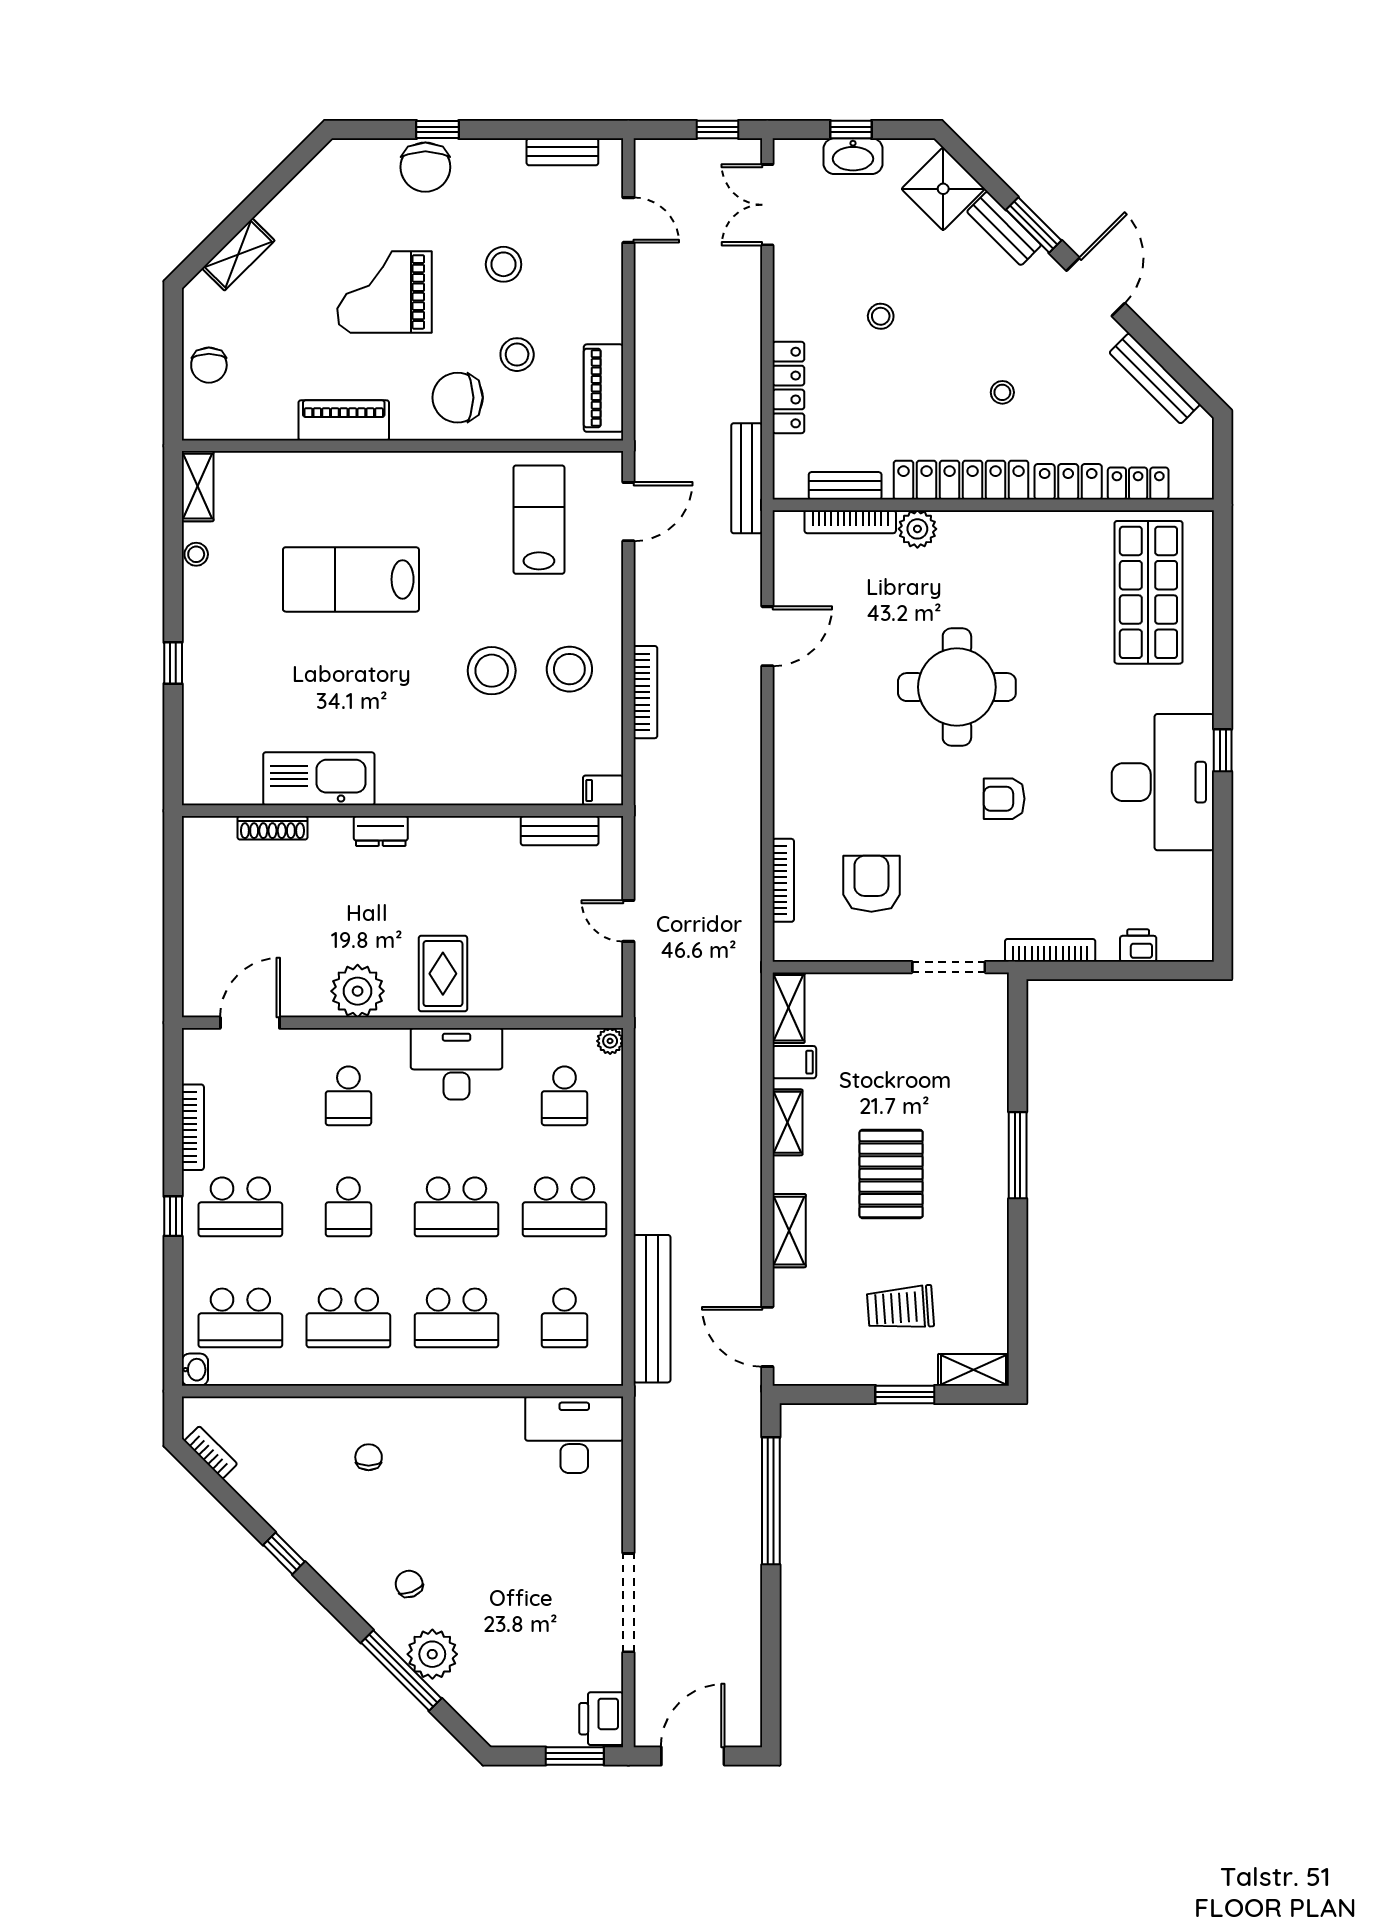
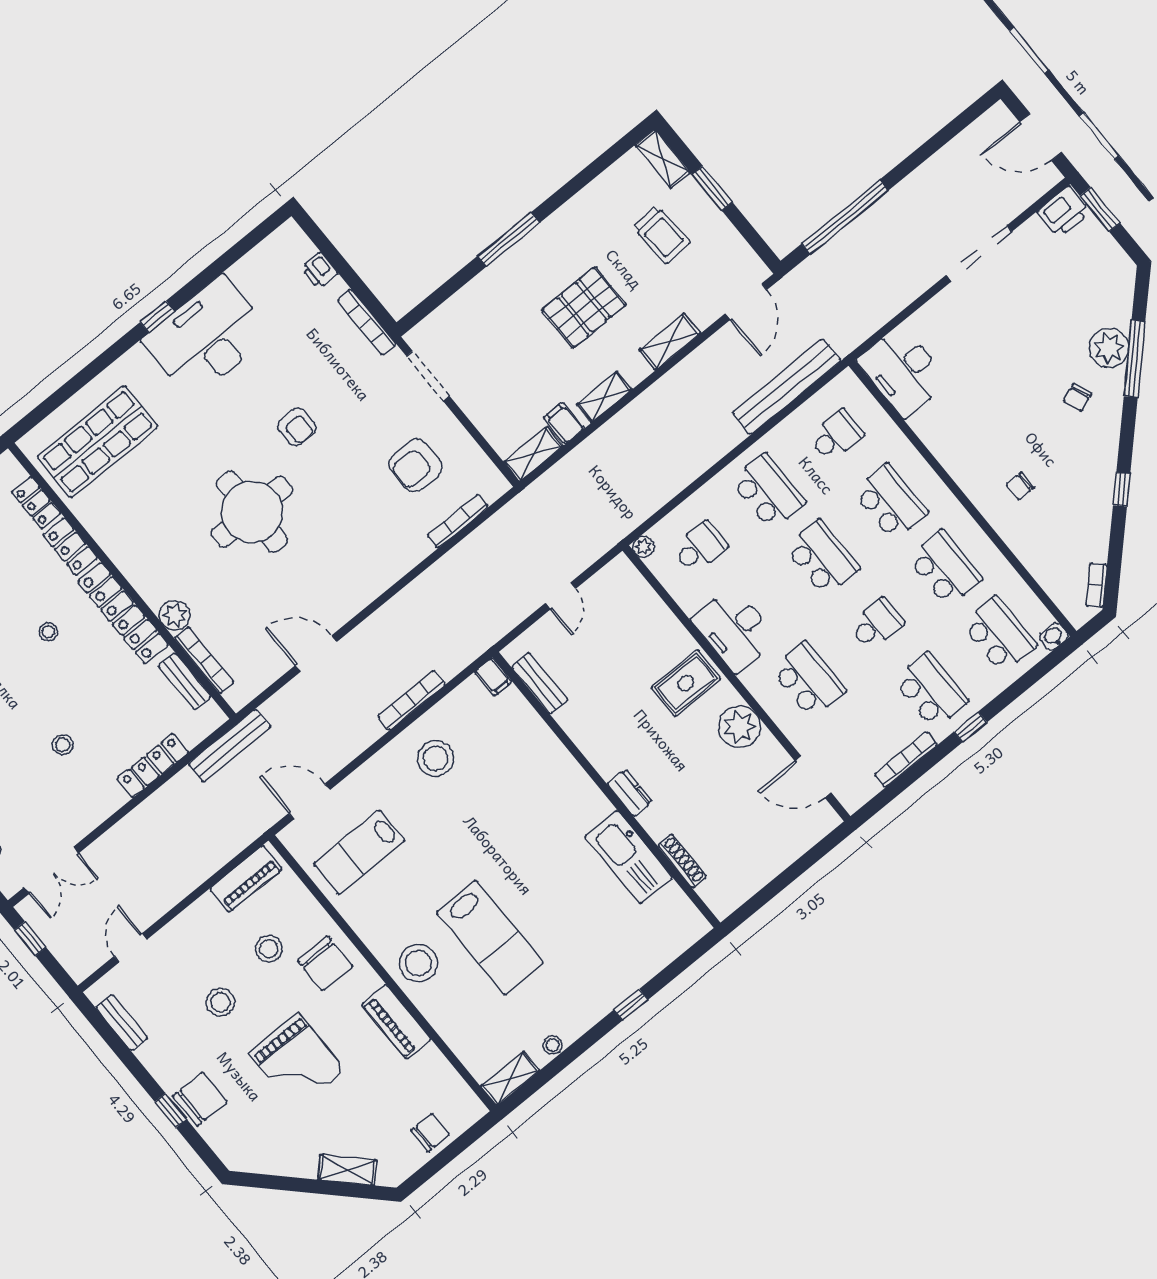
stool: (492, 671) -> (418, 963), moved
school desk: (348, 1096) -> (808, 680), width x1.85

